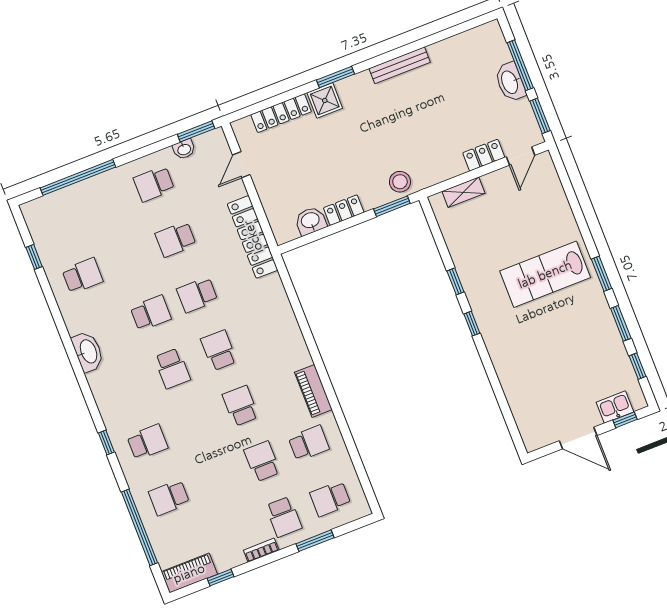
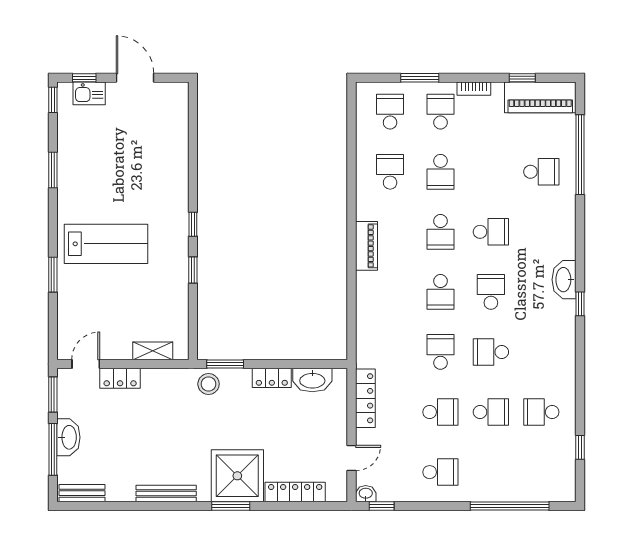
bench: (478, 35) -> (82, 493), added
shower: (325, 100) -> (237, 476), width x1.86, depth x1.86
window: (196, 131) -> (382, 506), width x0.67
washbasin: (184, 149) -> (366, 494), moved
washbasin: (310, 221) -> (312, 380), width x1.38
locker: (253, 237) -> (365, 398), width x0.71, depth x0.83
school desk: (129, 257) -> (491, 412), added
window: (602, 274) -> (53, 275), moved
school desk: (197, 295) -> (440, 352), turned -90
washbasin: (88, 352) -> (564, 280), moved
window: (638, 366) -> (53, 100), moved
piano: (313, 391) -> (366, 246), moved
window: (106, 442) -> (580, 304), moved
school desk: (147, 442) -> (491, 232), moved, turned 180
school desk: (309, 443) -> (390, 172), turned 90
school desk: (330, 499) -> (390, 112), turned -90
piano: (189, 573) -> (540, 97), width x1.37, depth x1.33

